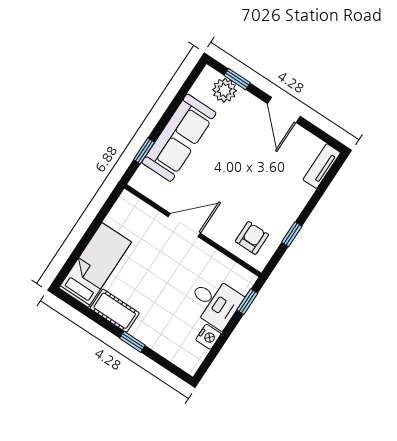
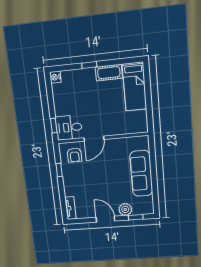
plant: (225, 90) -> (125, 209), moved
window: (144, 151) -> (152, 156), removed
door: (184, 225) -> (94, 139), moved
desk: (215, 302) -> (69, 128), moved
nightstand: (208, 337) -> (55, 77), moved

